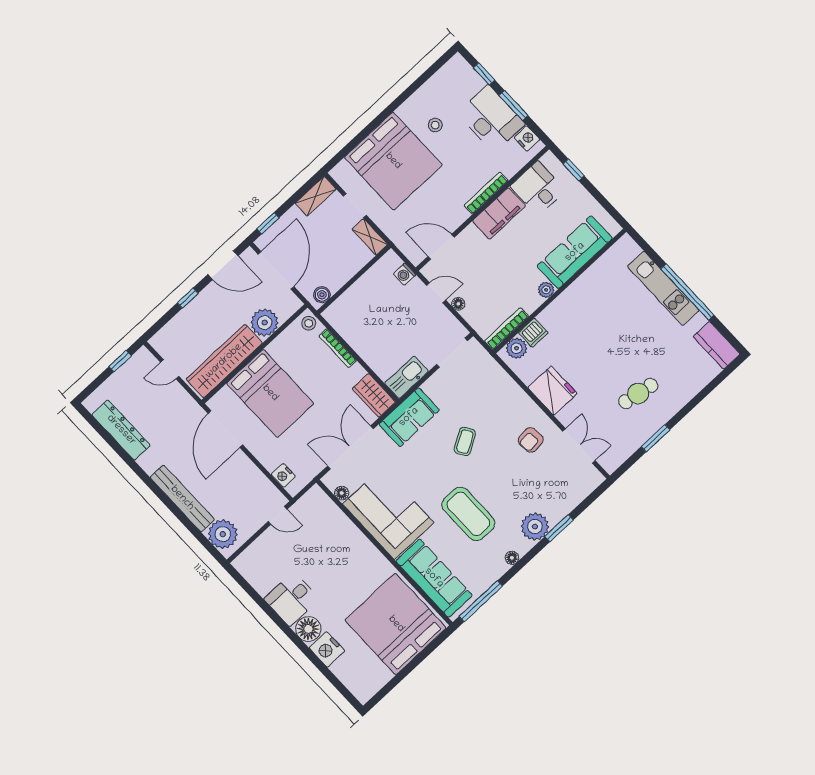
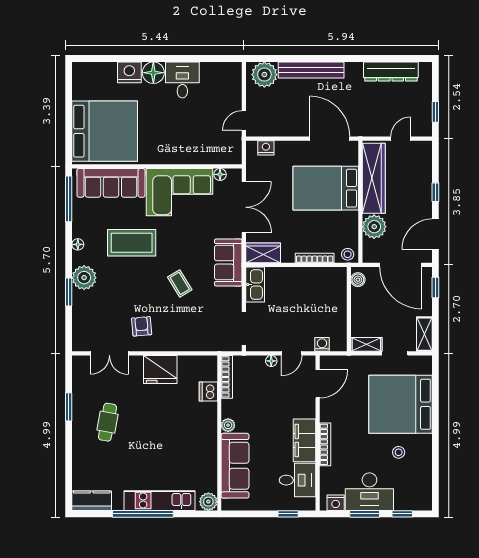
plant: (517, 348) -> (208, 502), moved

